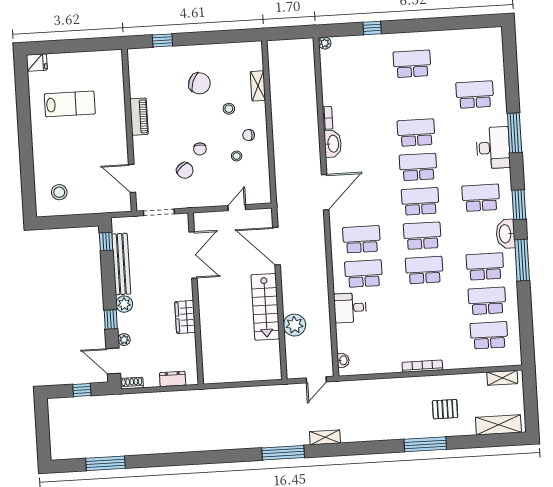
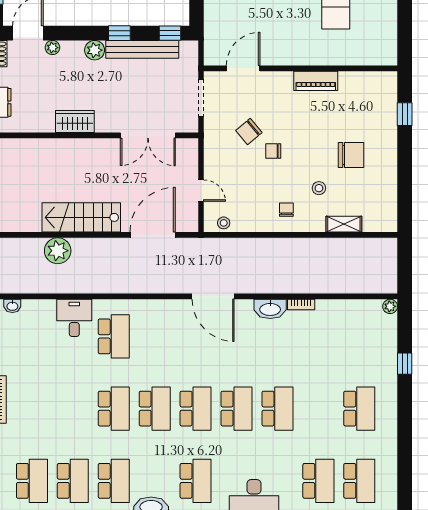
chair: (199, 83) -> (351, 155), turned -111
stool: (237, 156) -> (224, 223), moved
school desk: (362, 239) -> (359, 481), moved
window: (111, 319) -> (119, 33), moved

